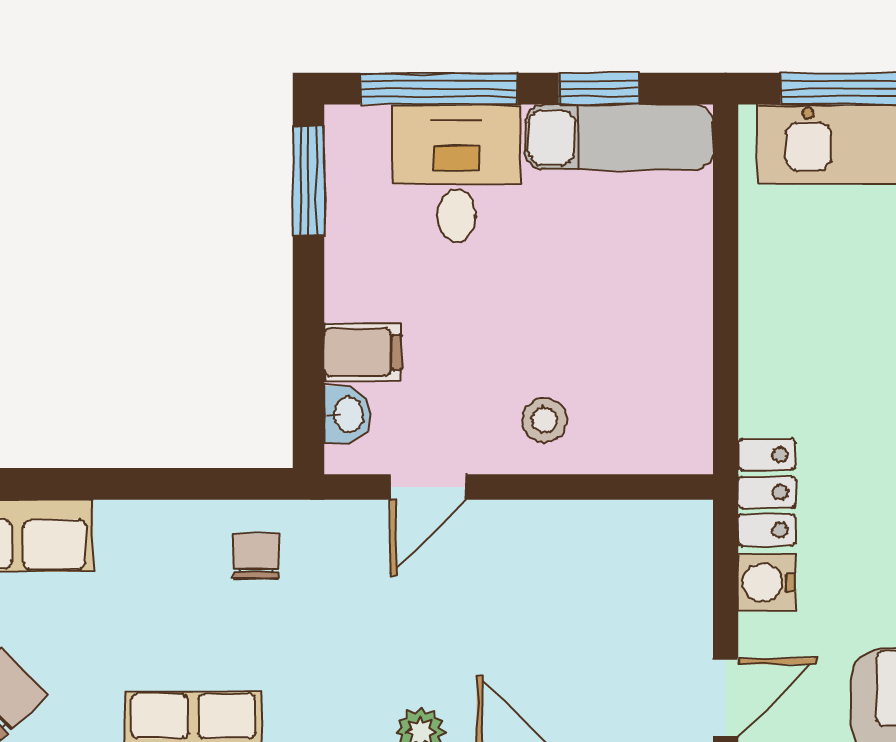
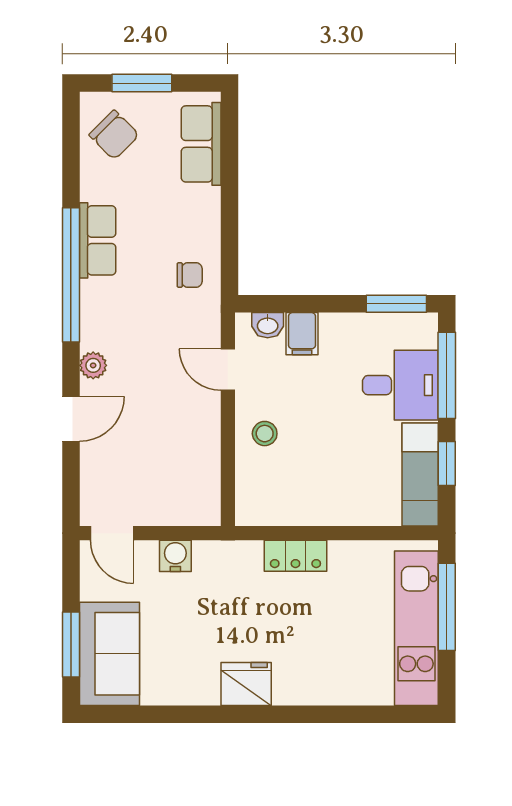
locker: (767, 492) -> (295, 556), moved

